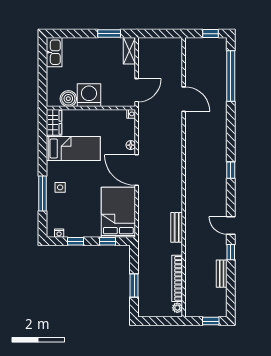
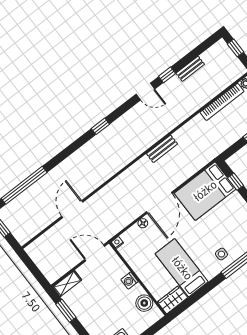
washing machine: (89, 95) -> (129, 281), width x0.53, depth x0.53
door: (231, 225) -> (145, 92), hinge flipped
bench: (177, 227) -> (162, 149), moved

